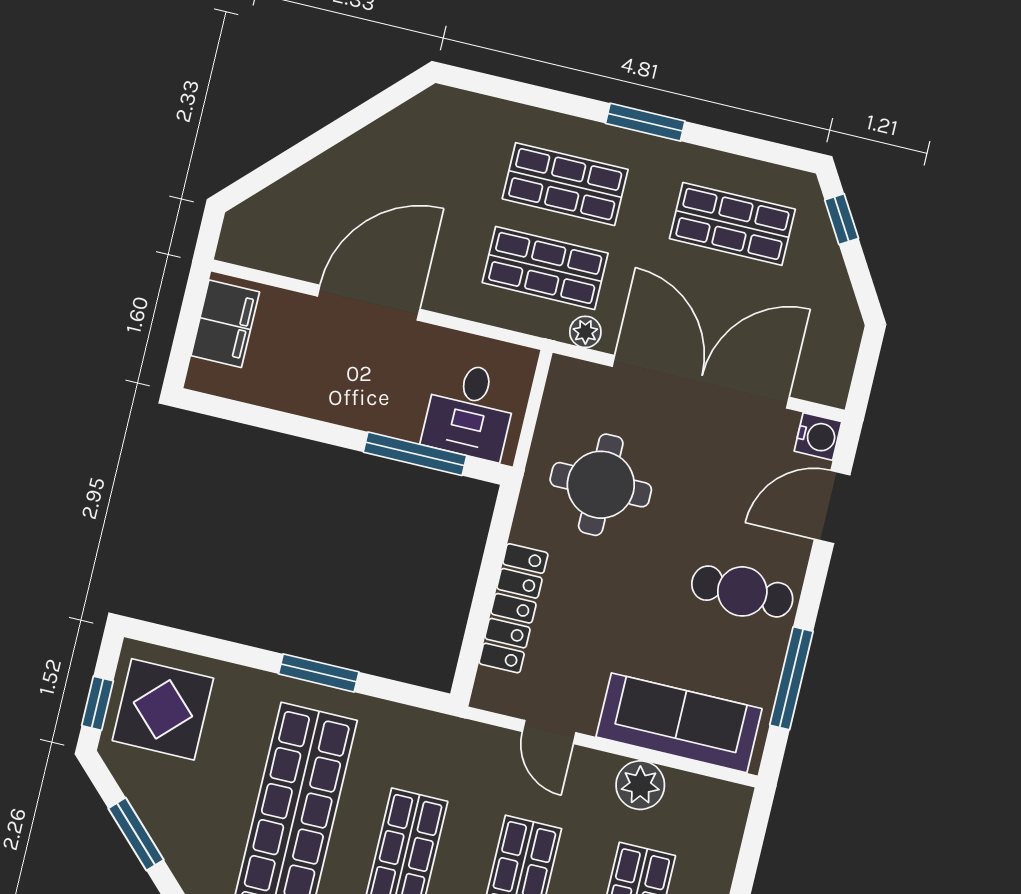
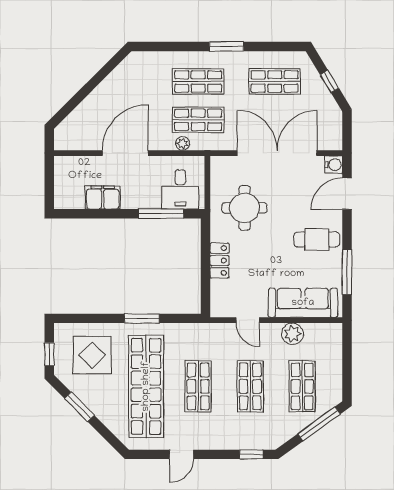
window: (842, 219) -> (329, 81), moved
filing cabinet: (225, 324) -> (103, 198), moved, turned -90
plant: (585, 332) -> (183, 143), moved
locker: (513, 608) -> (219, 261), width x0.66
display table: (163, 709) -> (92, 355), moved

